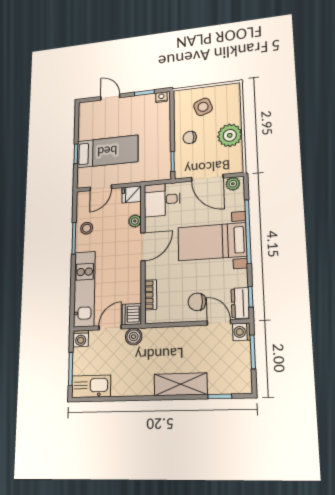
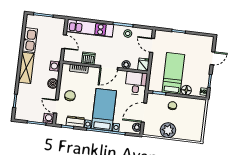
side table: (203, 107) -> (191, 117), removed
floor lamp: (163, 123) -> (186, 90), added
bed: (107, 151) -> (173, 73), moved, turned 180
door: (143, 247) -> (109, 68), hinge flipped
dresser: (240, 303) -> (75, 122), moved
dishwasher: (132, 314) -> (88, 58), moved
door: (219, 322) -> (56, 107), swing flipped
boiler: (134, 337) -> (53, 83), moved
washing machine: (81, 339) -> (55, 66), moved
shelving: (181, 384) -> (26, 68), moved
kitchen sink: (91, 386) -> (30, 40), moved

